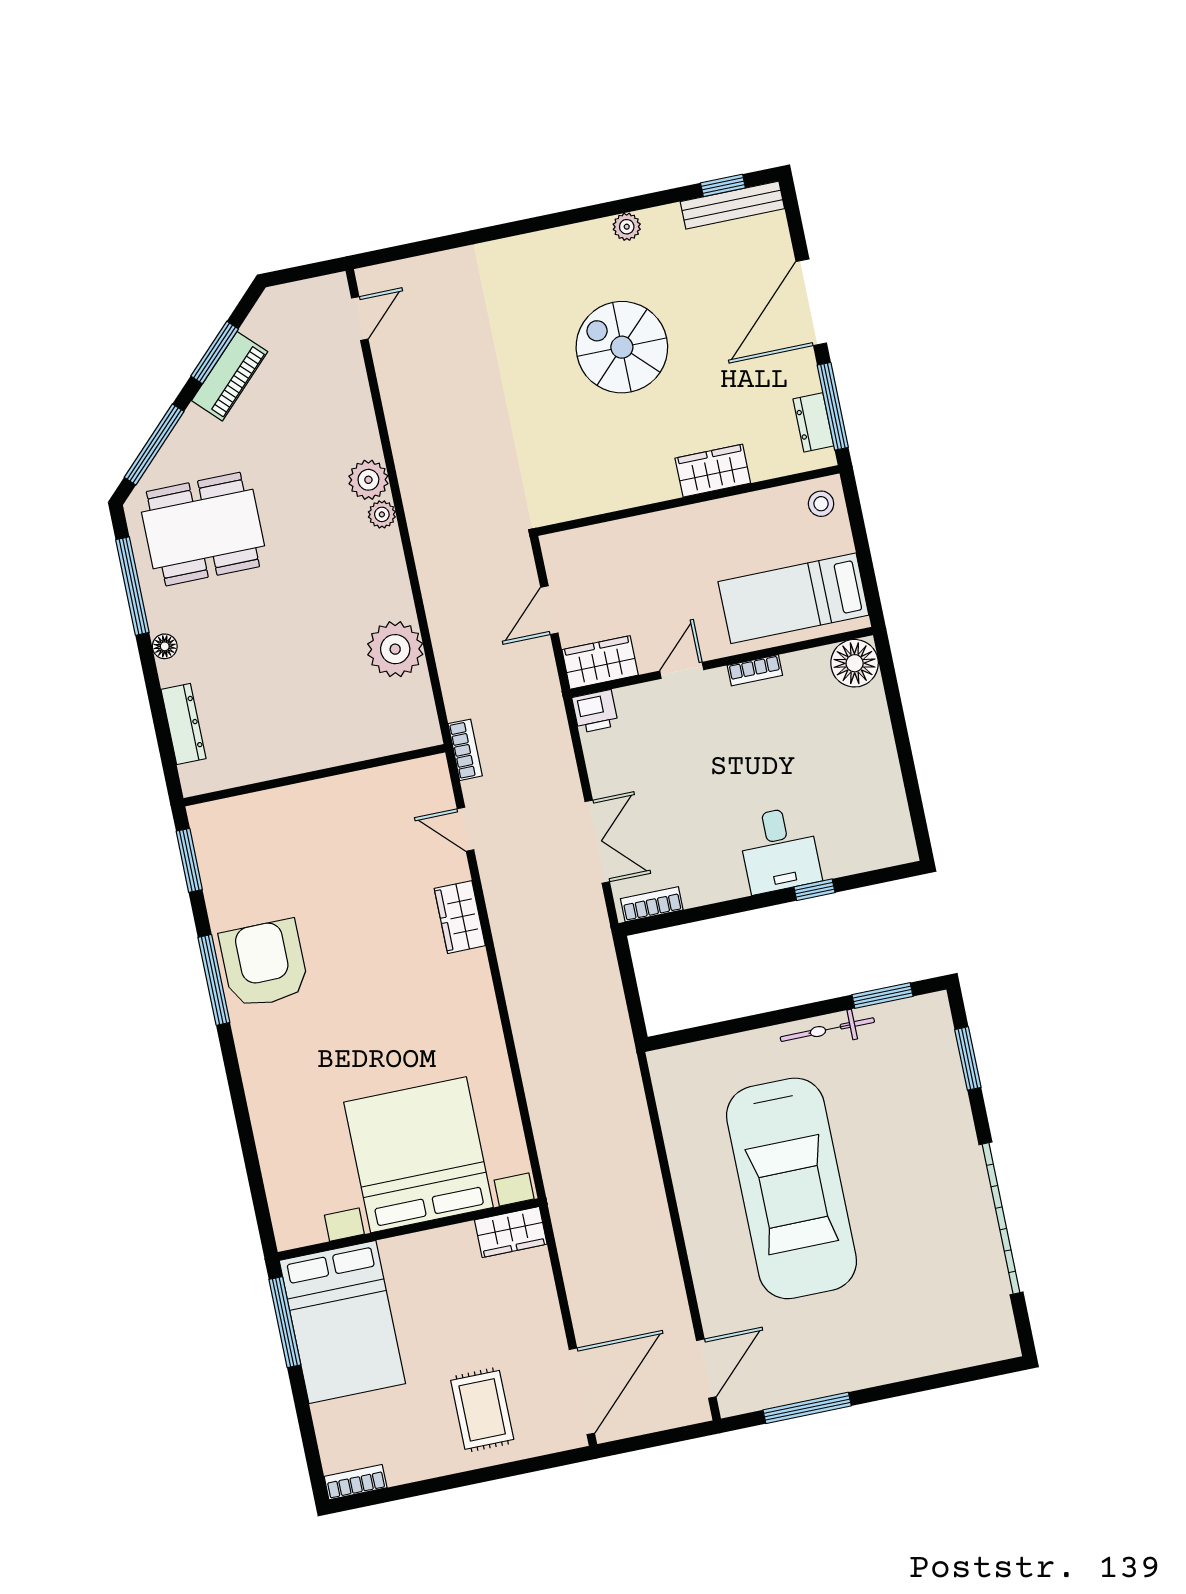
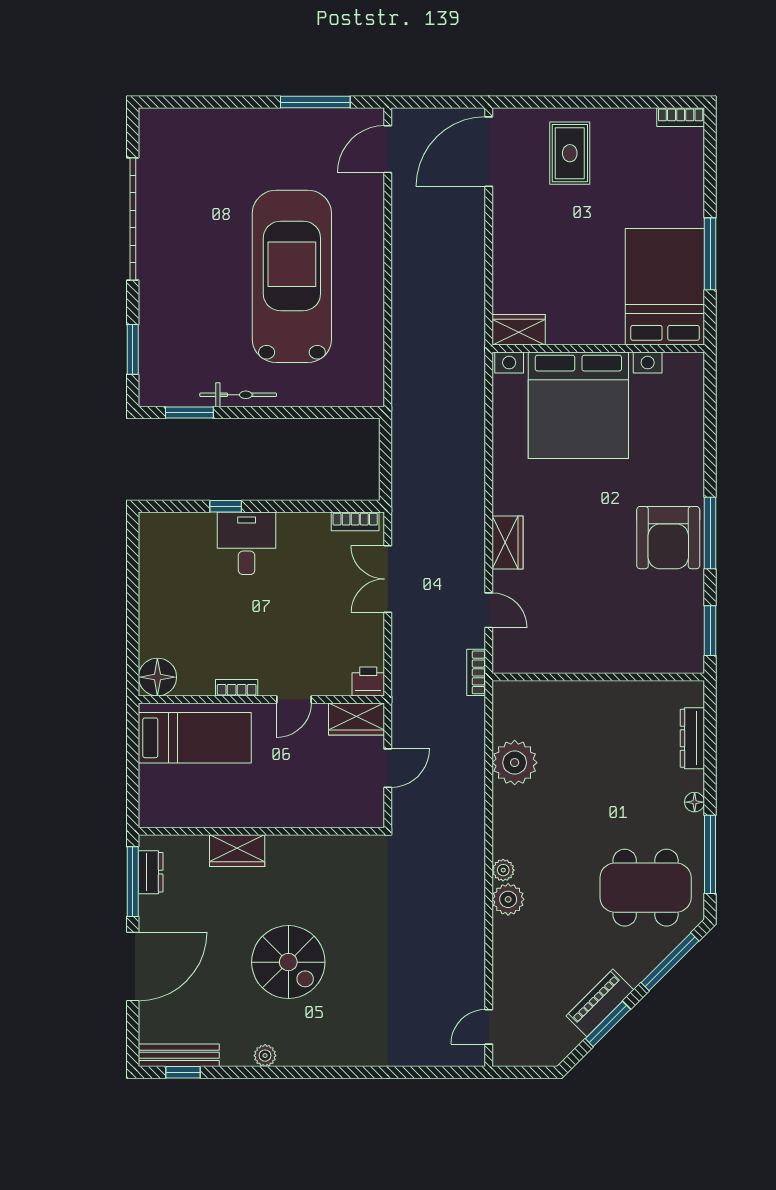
stool: (821, 504) -> (158, 807), removed
bed with nightstands: (418, 1155) -> (578, 405), moved
wall: (408, 1229) -> (598, 349), moved
wardrobe: (511, 1232) -> (519, 330), moved
bed: (342, 1322) -> (665, 287), moved

